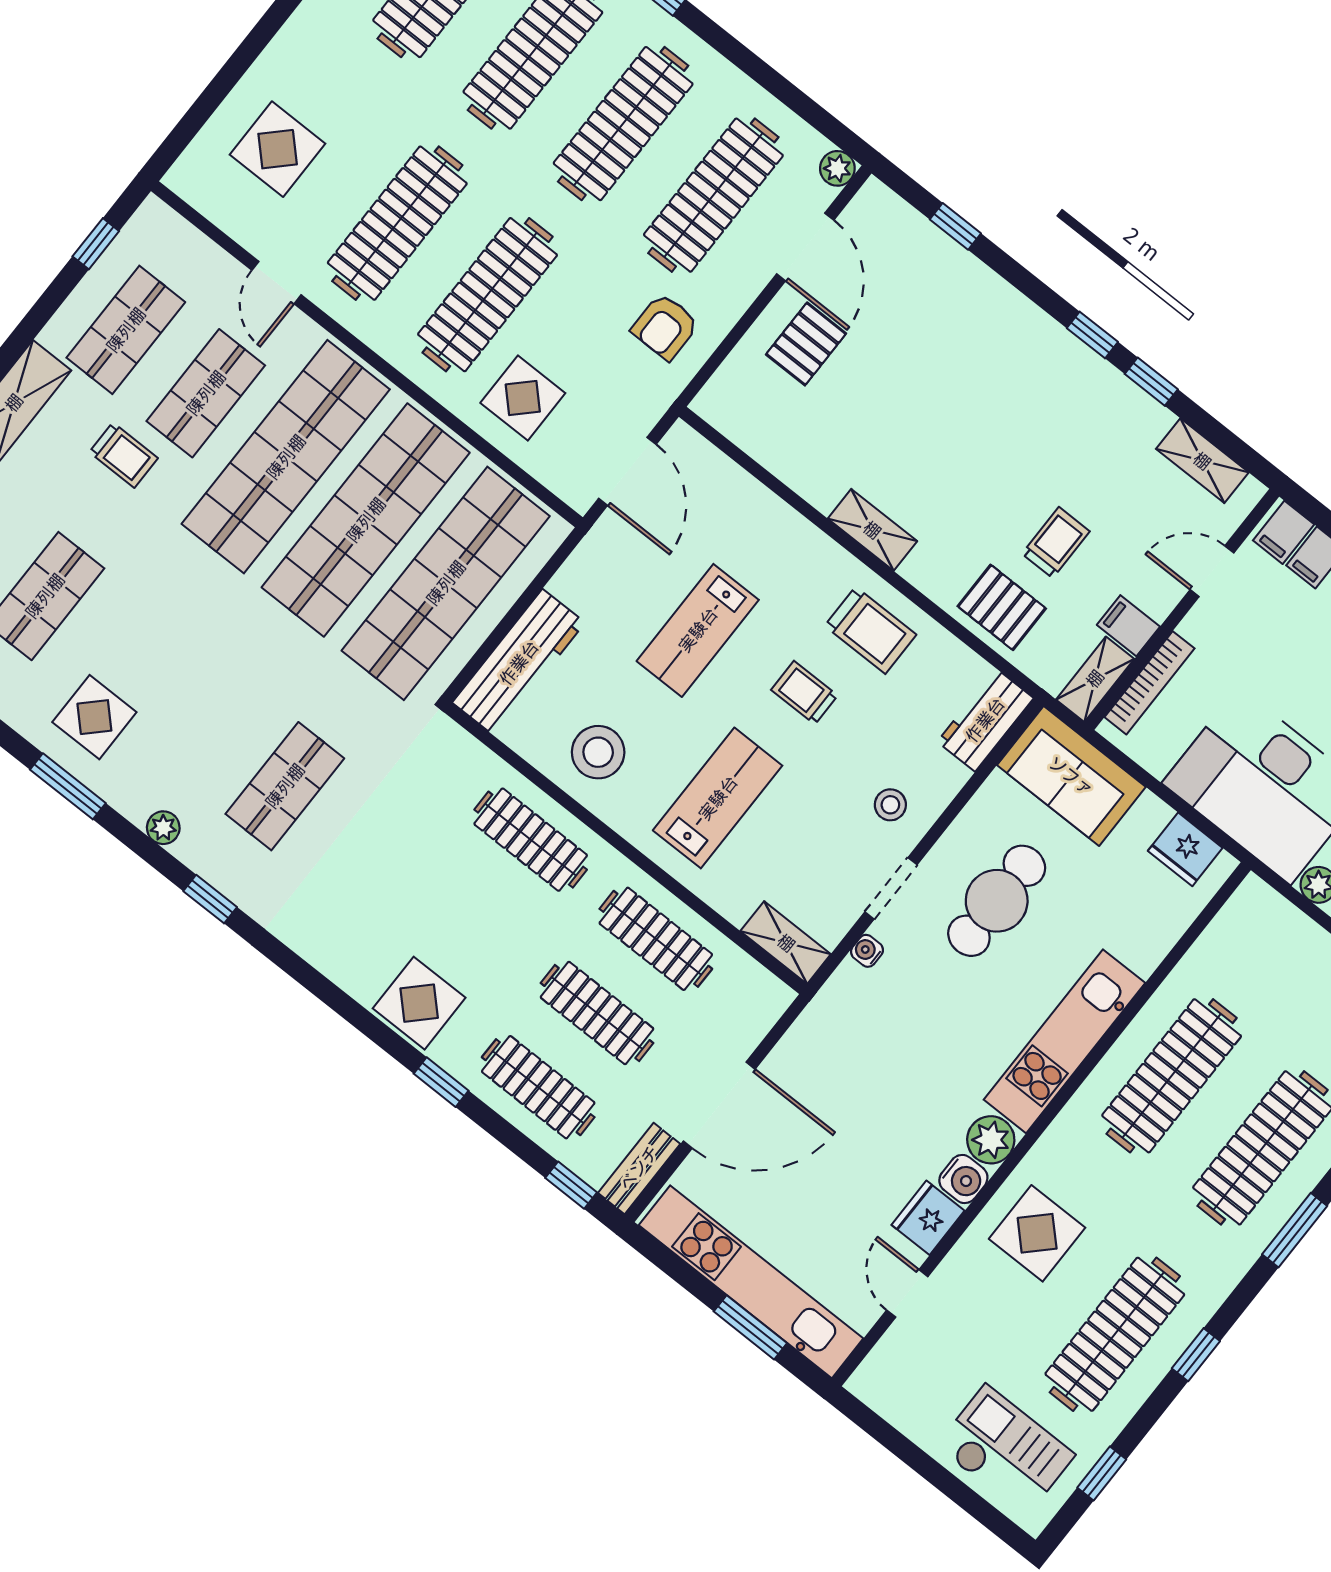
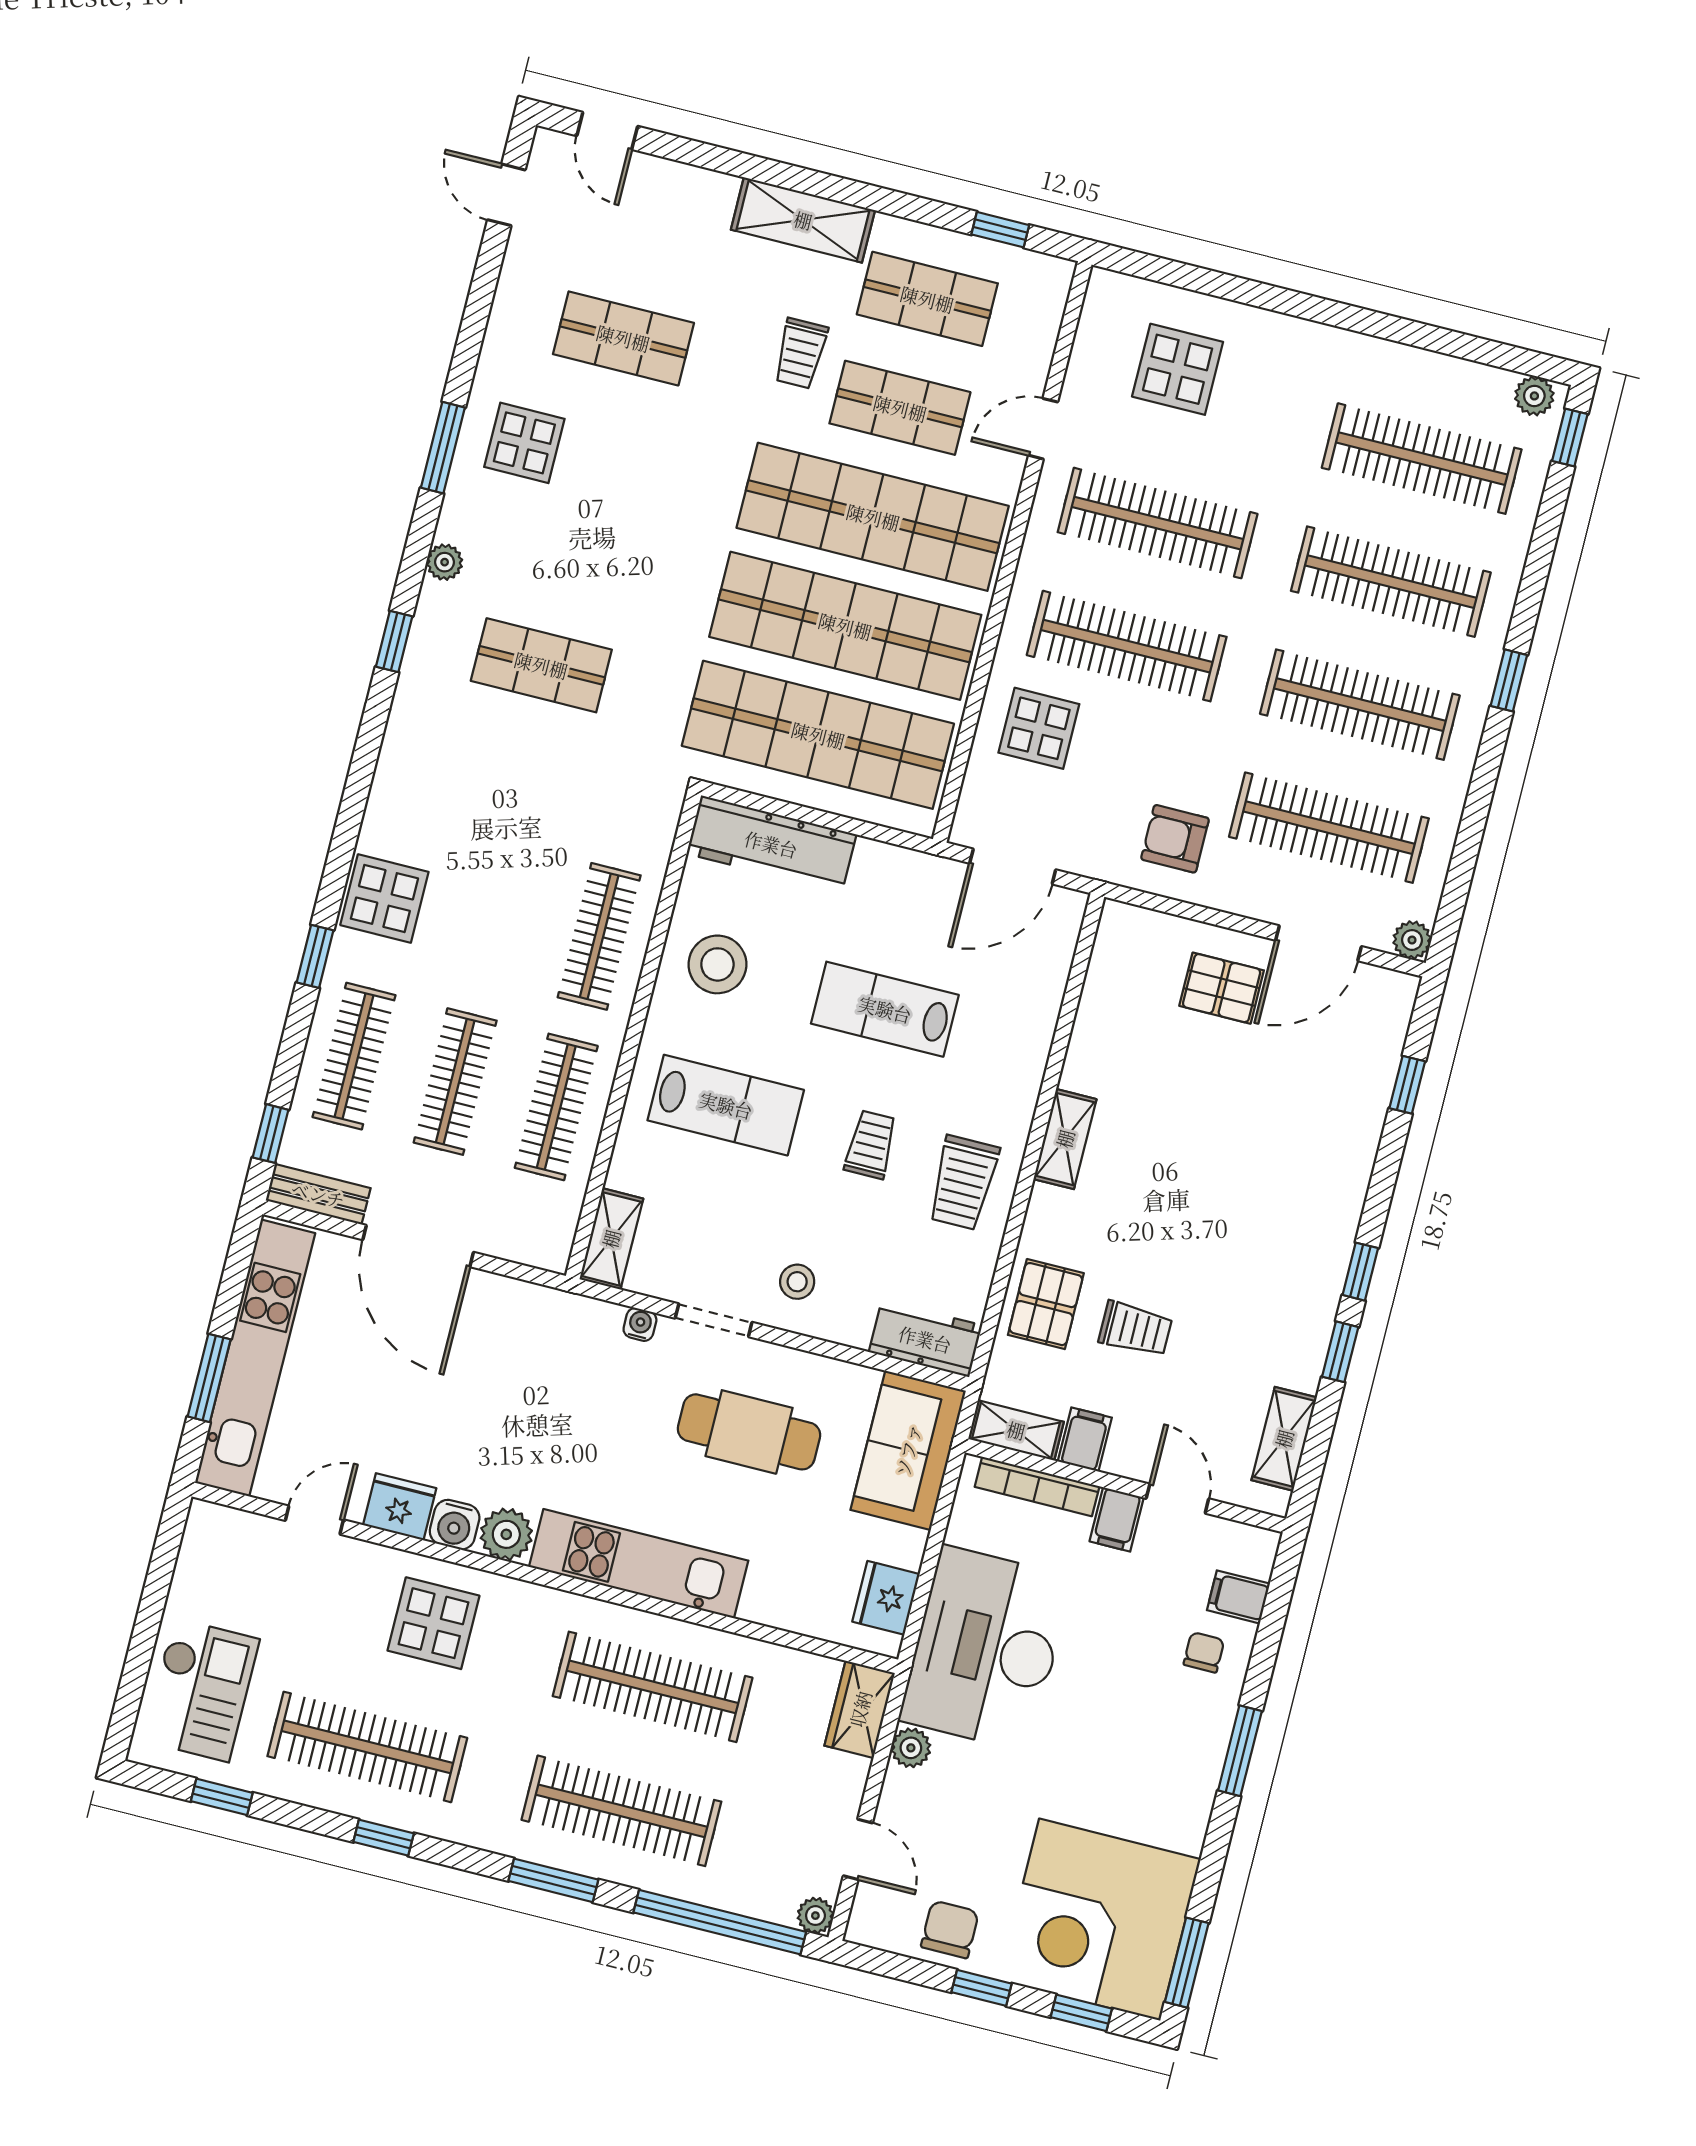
filing cabinet: (1284, 532) -> (1117, 1519), moved, turned -90
wardrobe: (1268, 913) -> (860, 1709), added

